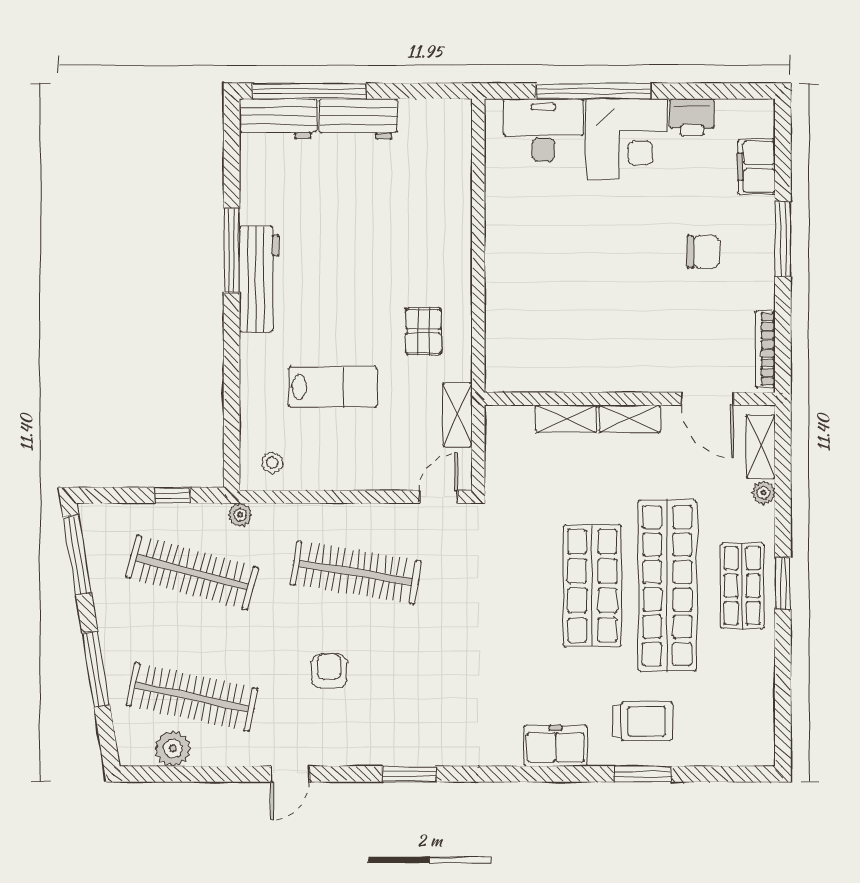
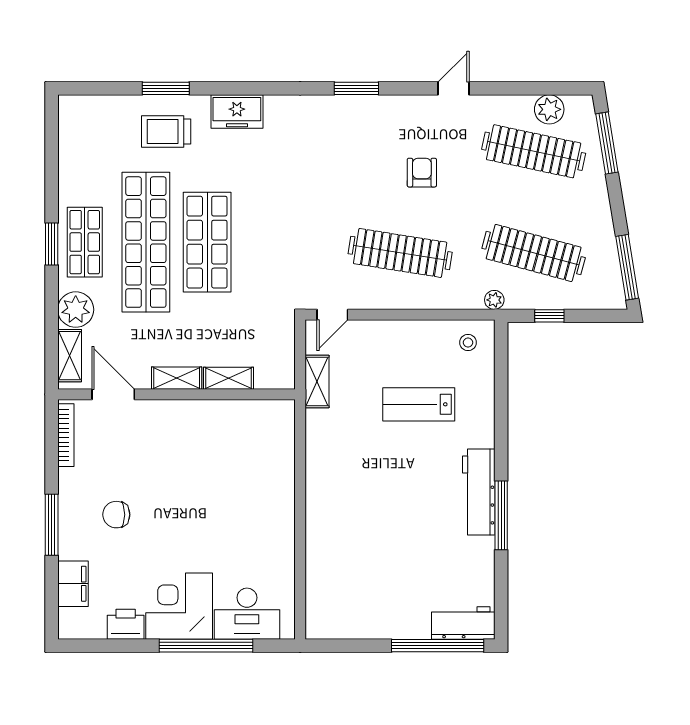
workbench: (358, 119) -> (398, 623), removed
pallet: (424, 331) -> (345, 450), removed
plant: (764, 493) -> (76, 310), width x1.87, depth x1.87
window: (96, 669) -> (607, 143), moved
armchair: (329, 671) -> (422, 173), turned 180

